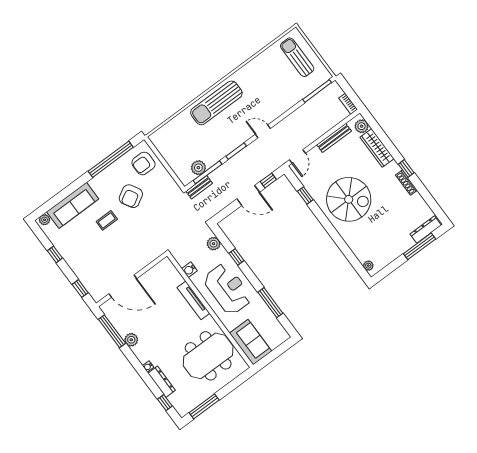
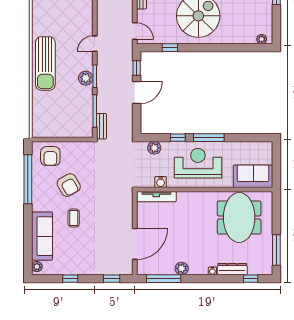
plant: (198, 168) -> (86, 78), moved
tv unit: (193, 300) -> (156, 197), moved
window: (270, 303) -> (209, 138), moved

